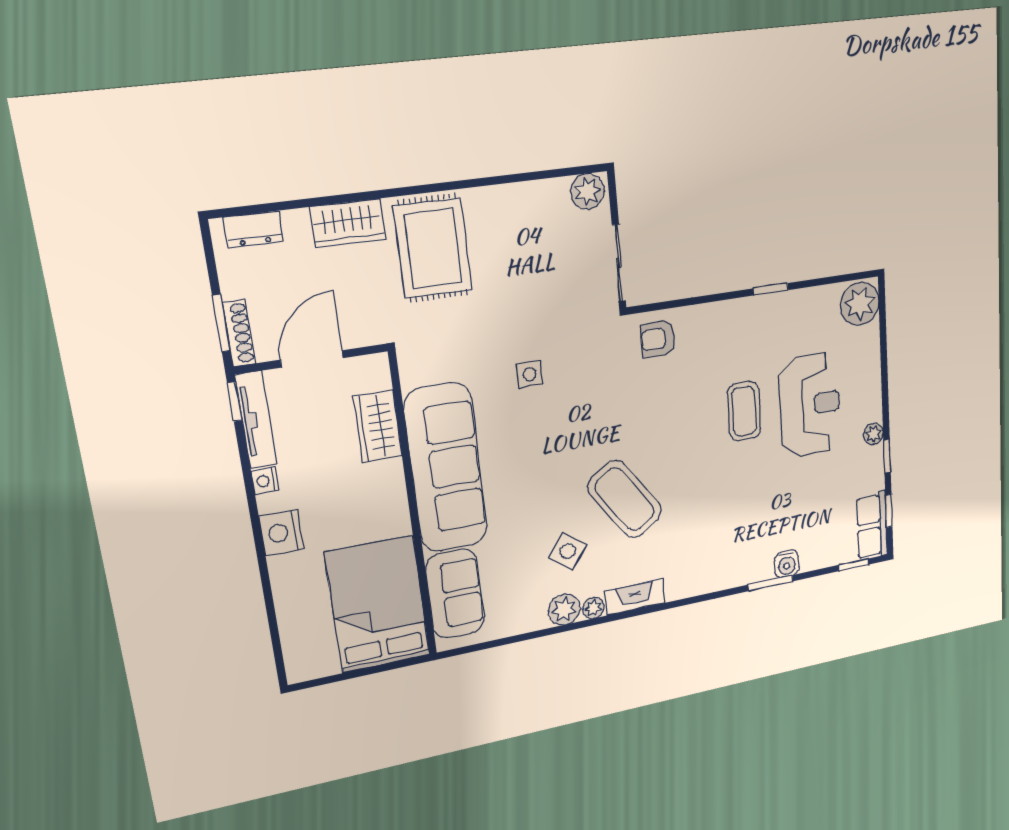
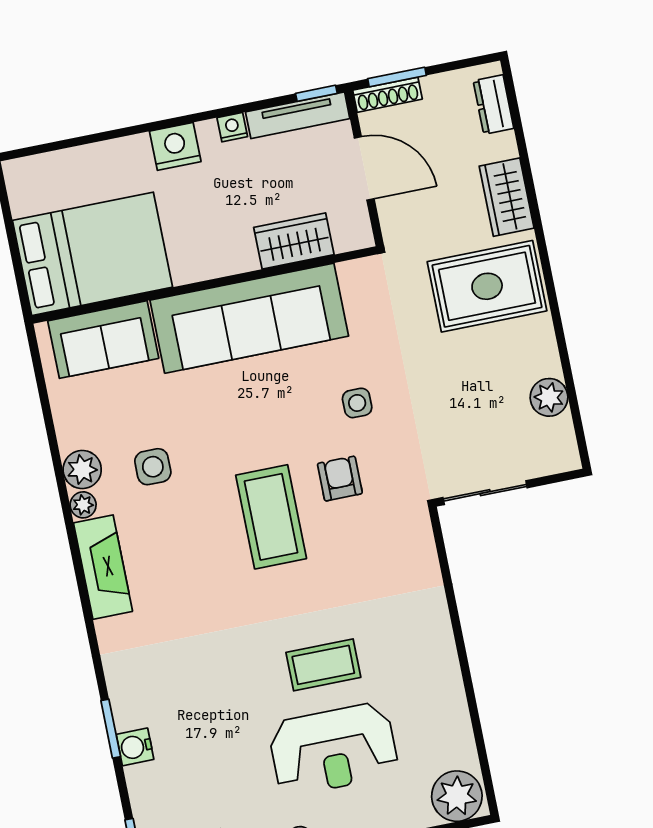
plant: (587, 191) -> (549, 397), moved
window: (771, 289) -> (467, 679), removed
armchair: (658, 339) -> (340, 479), moved
coffee table: (625, 499) -> (271, 517), moved, turned -56
side table: (568, 551) -> (153, 467), turned -38
fireplace: (635, 597) -> (103, 567), width x1.37, depth x1.32

